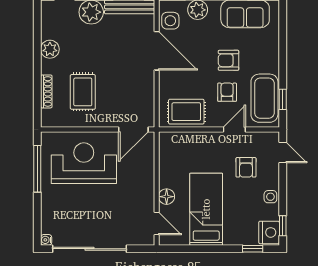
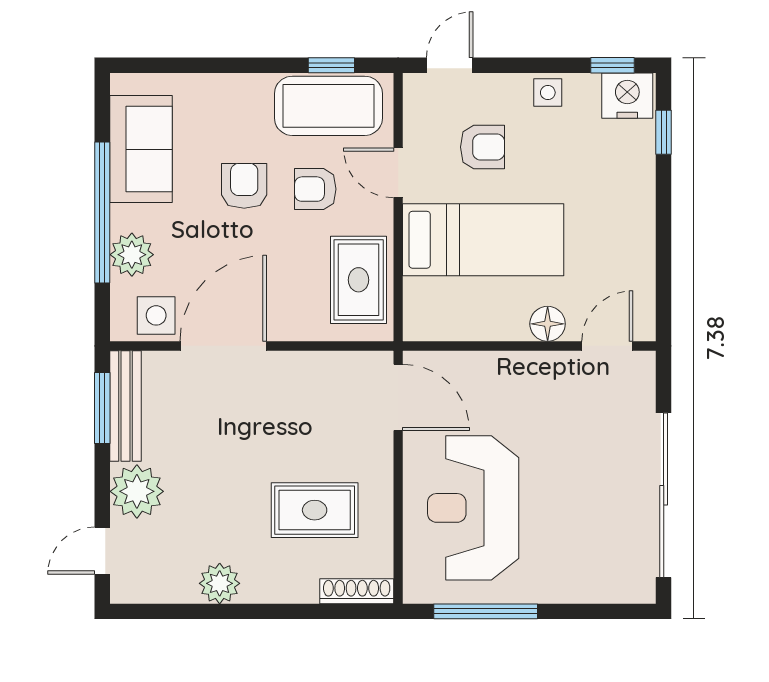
armchair: (229, 60) -> (244, 186), turned 180
shoe rack: (46, 91) -> (357, 591), moved
bed: (206, 209) -> (483, 240), moved, turned 180
water cooler: (46, 240) -> (644, 592), removed

